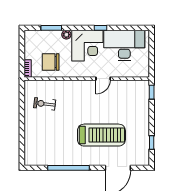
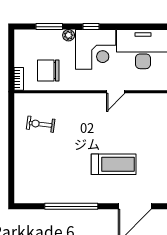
window: (100, 28) -> (91, 27), moved
treadmill: (101, 135) -> (114, 164), width x0.73, depth x0.73

